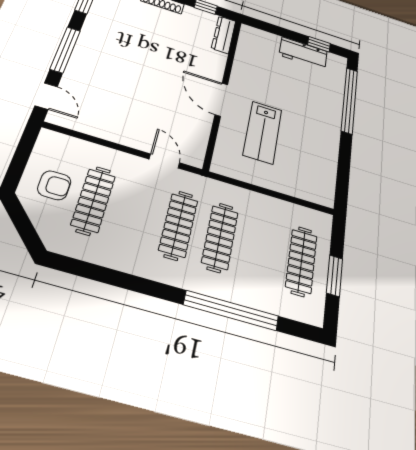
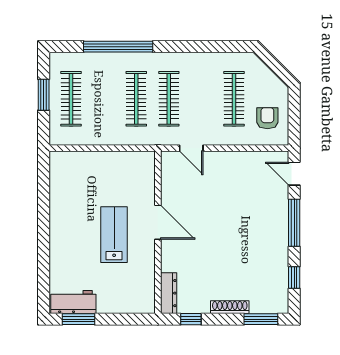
window: (319, 44) -> (79, 319), width x1.50
workbench: (303, 53) -> (73, 302), moved
window: (349, 100) -> (44, 265), removed
lab bench: (263, 132) -> (114, 235), moved
armchair: (54, 185) -> (267, 118), moved, turned 90

